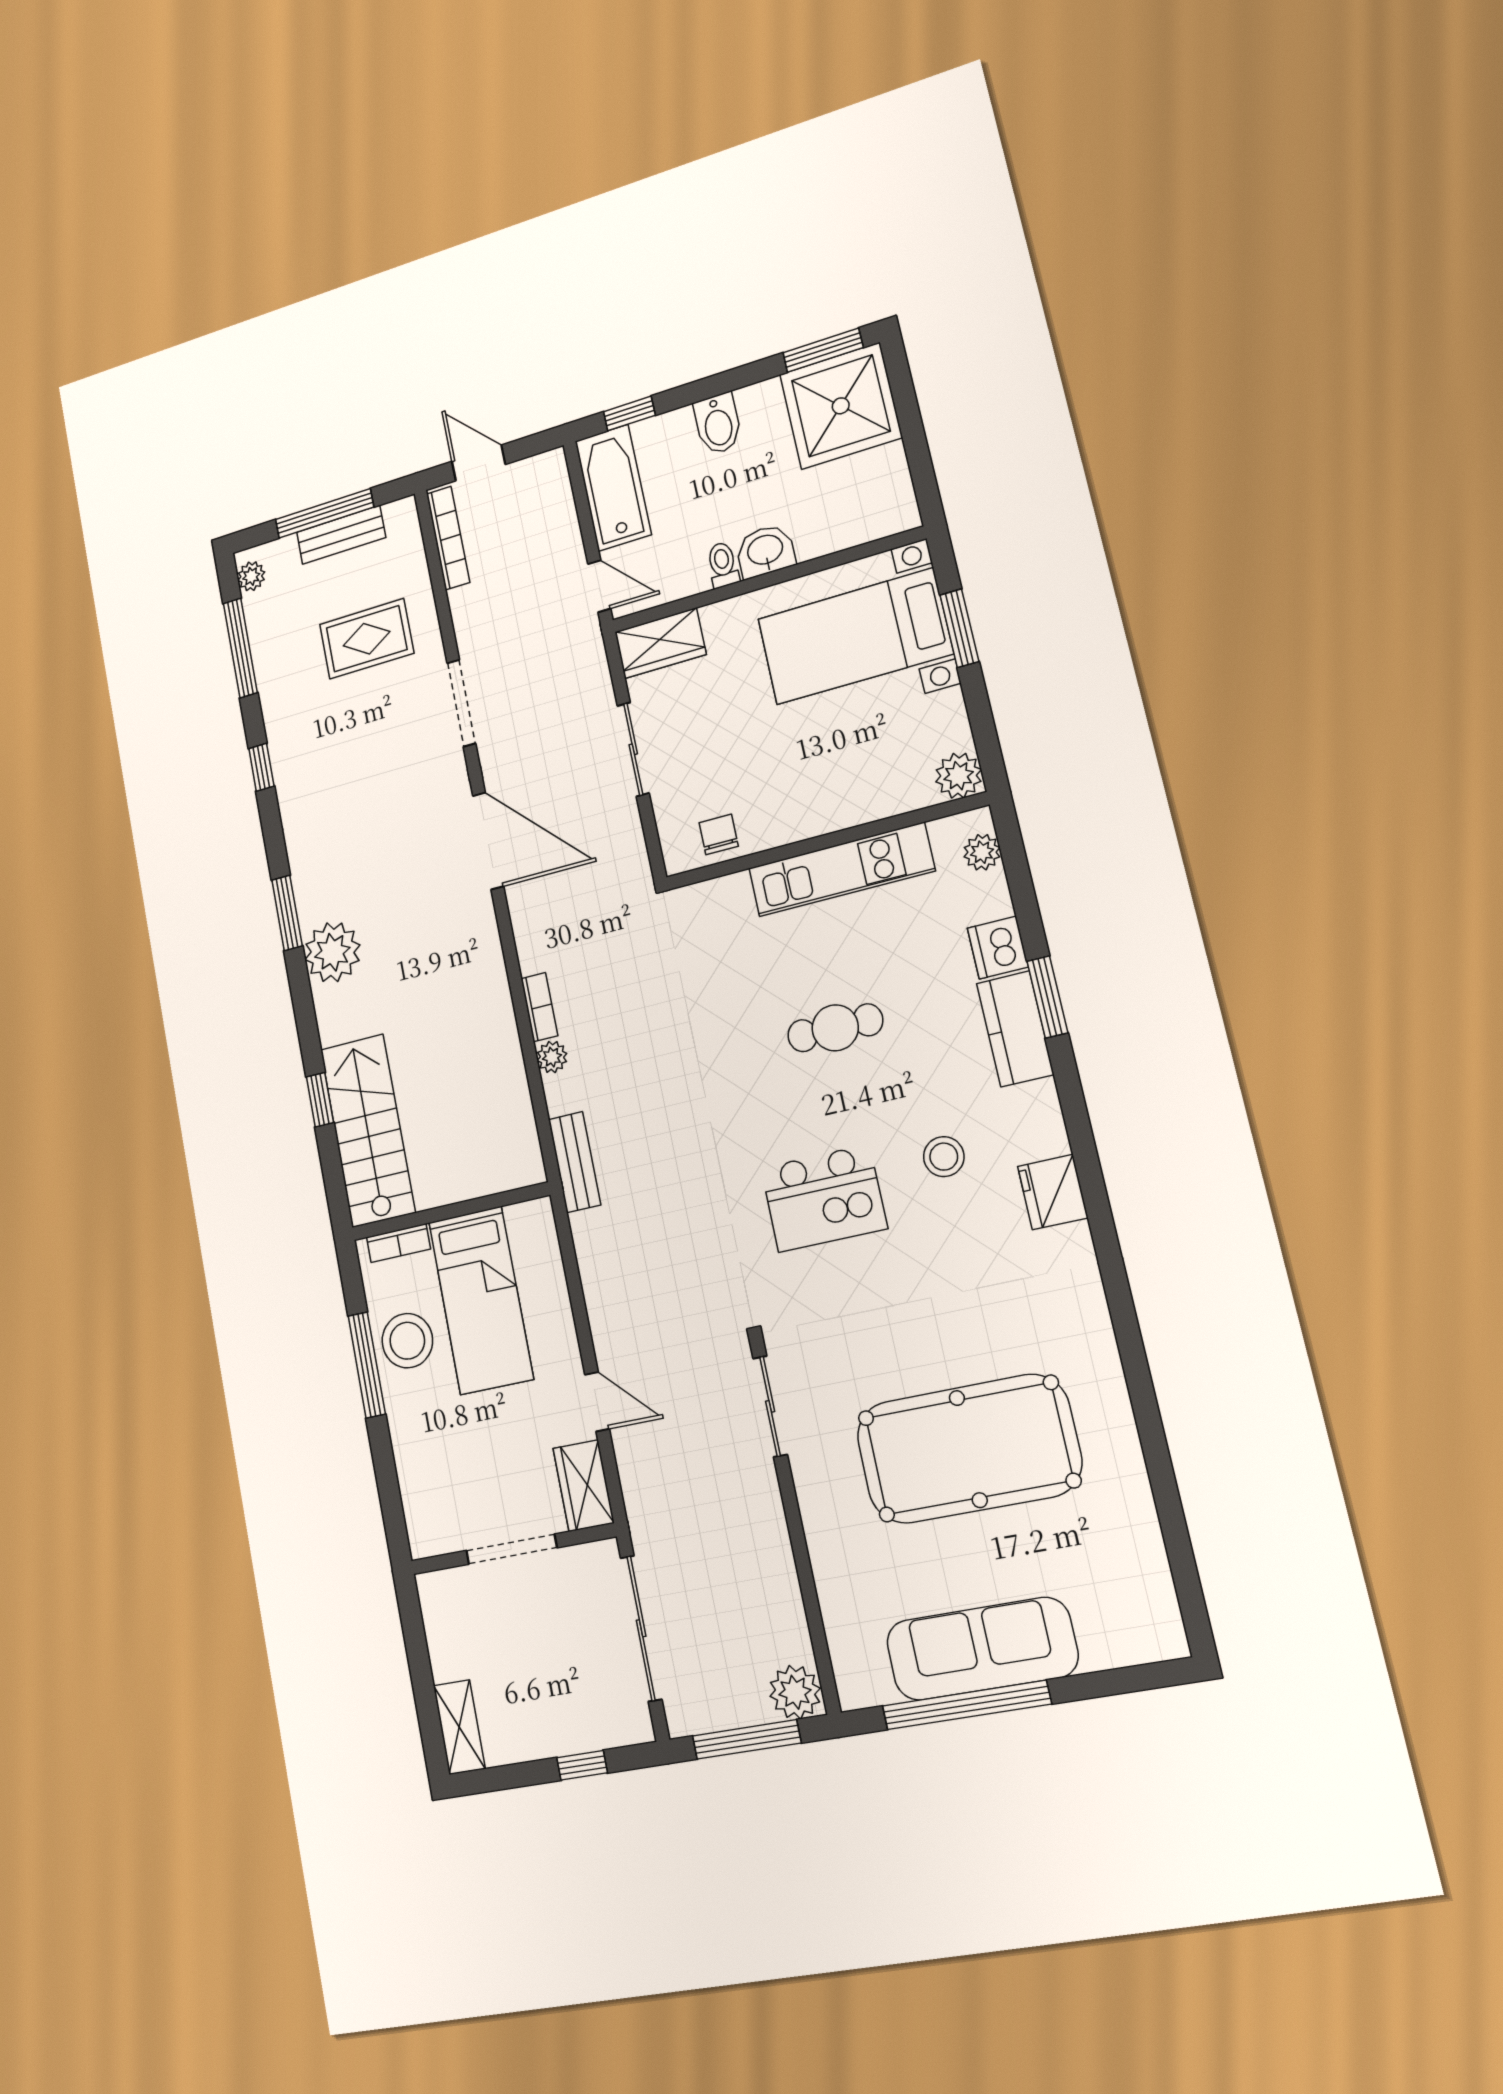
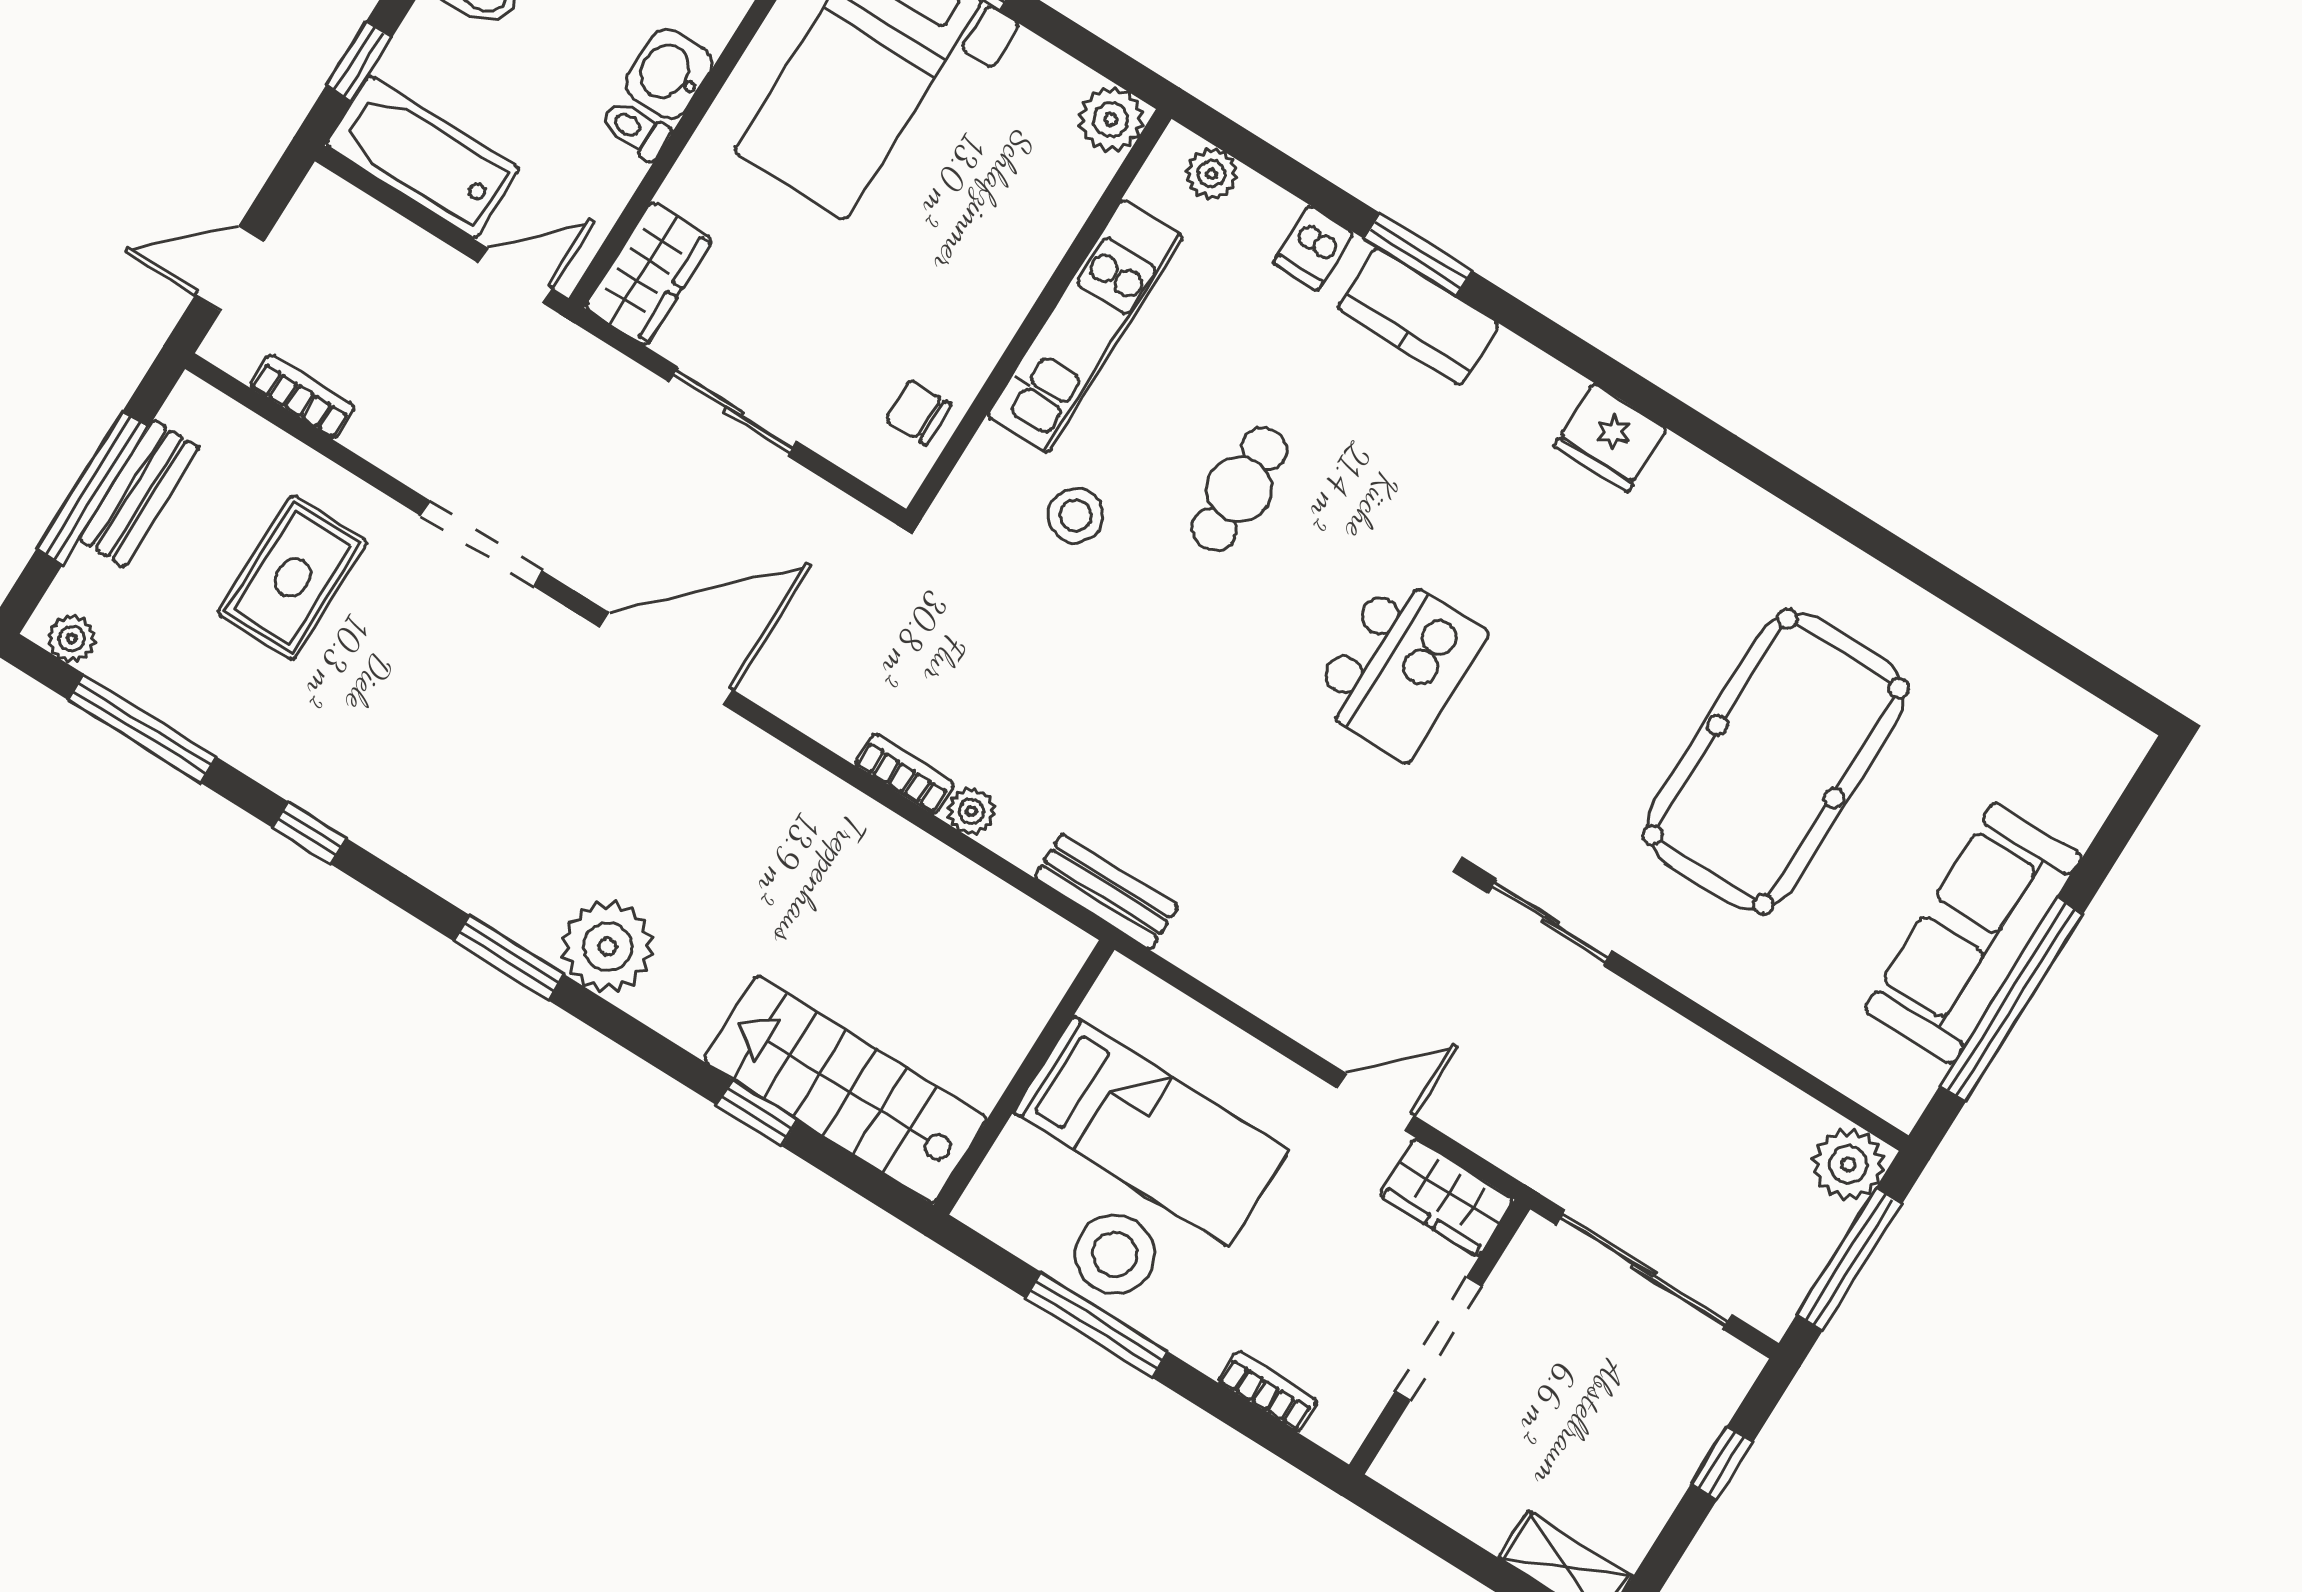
bookcase: (448, 538) -> (302, 397), width x0.64
dishwasher: (998, 948) -> (1313, 248), width x0.73
stool: (944, 1157) -> (1076, 515), moved
bookcase: (398, 1243) -> (1268, 1391), moved, turned -90

